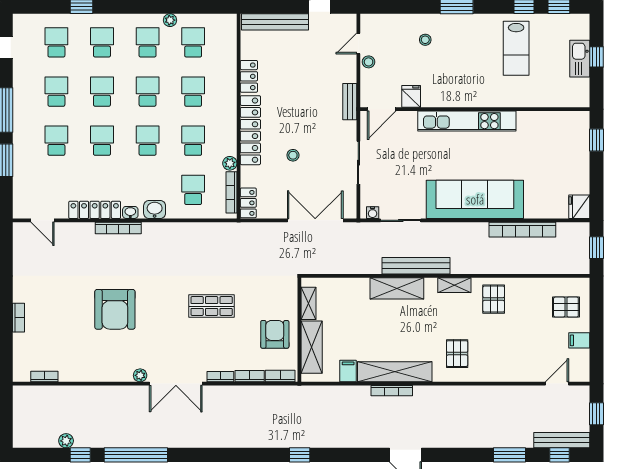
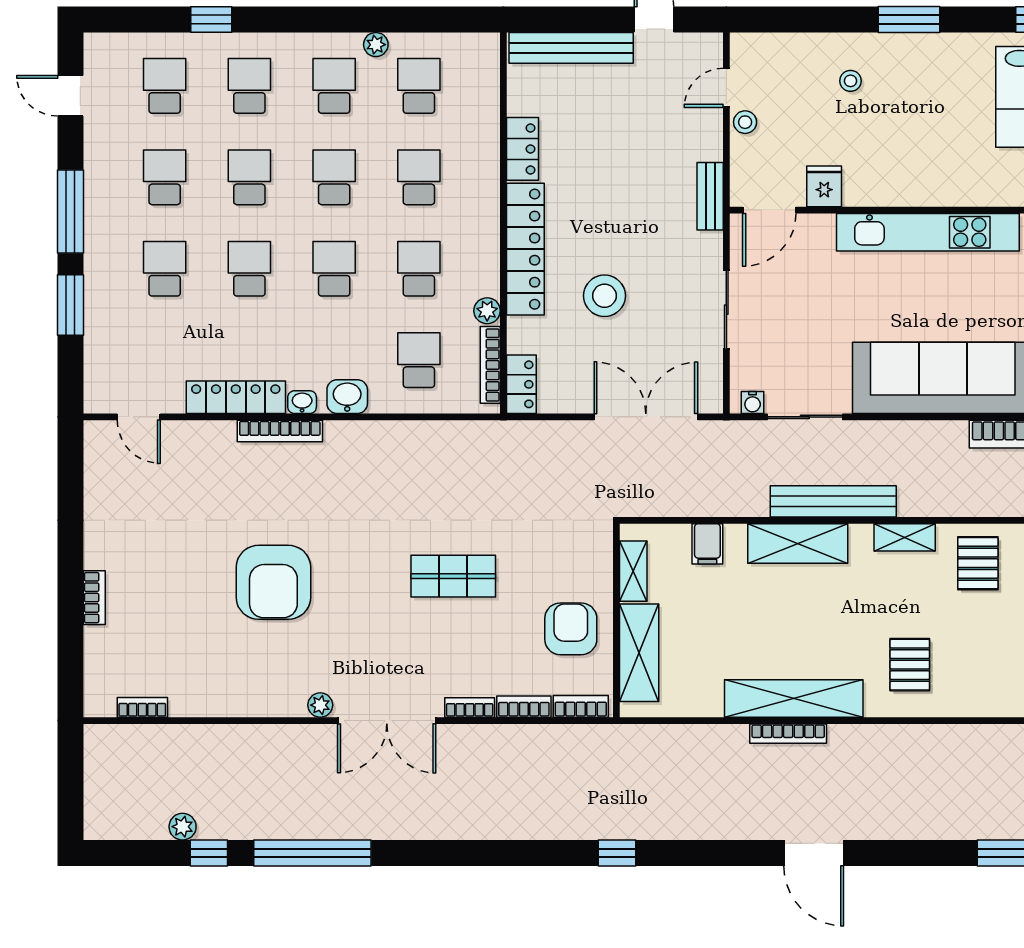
stool: (293, 155) -> (604, 296), width x1.89, depth x1.89
filing cabinet: (348, 371) -> (707, 544), moved, turned 180

